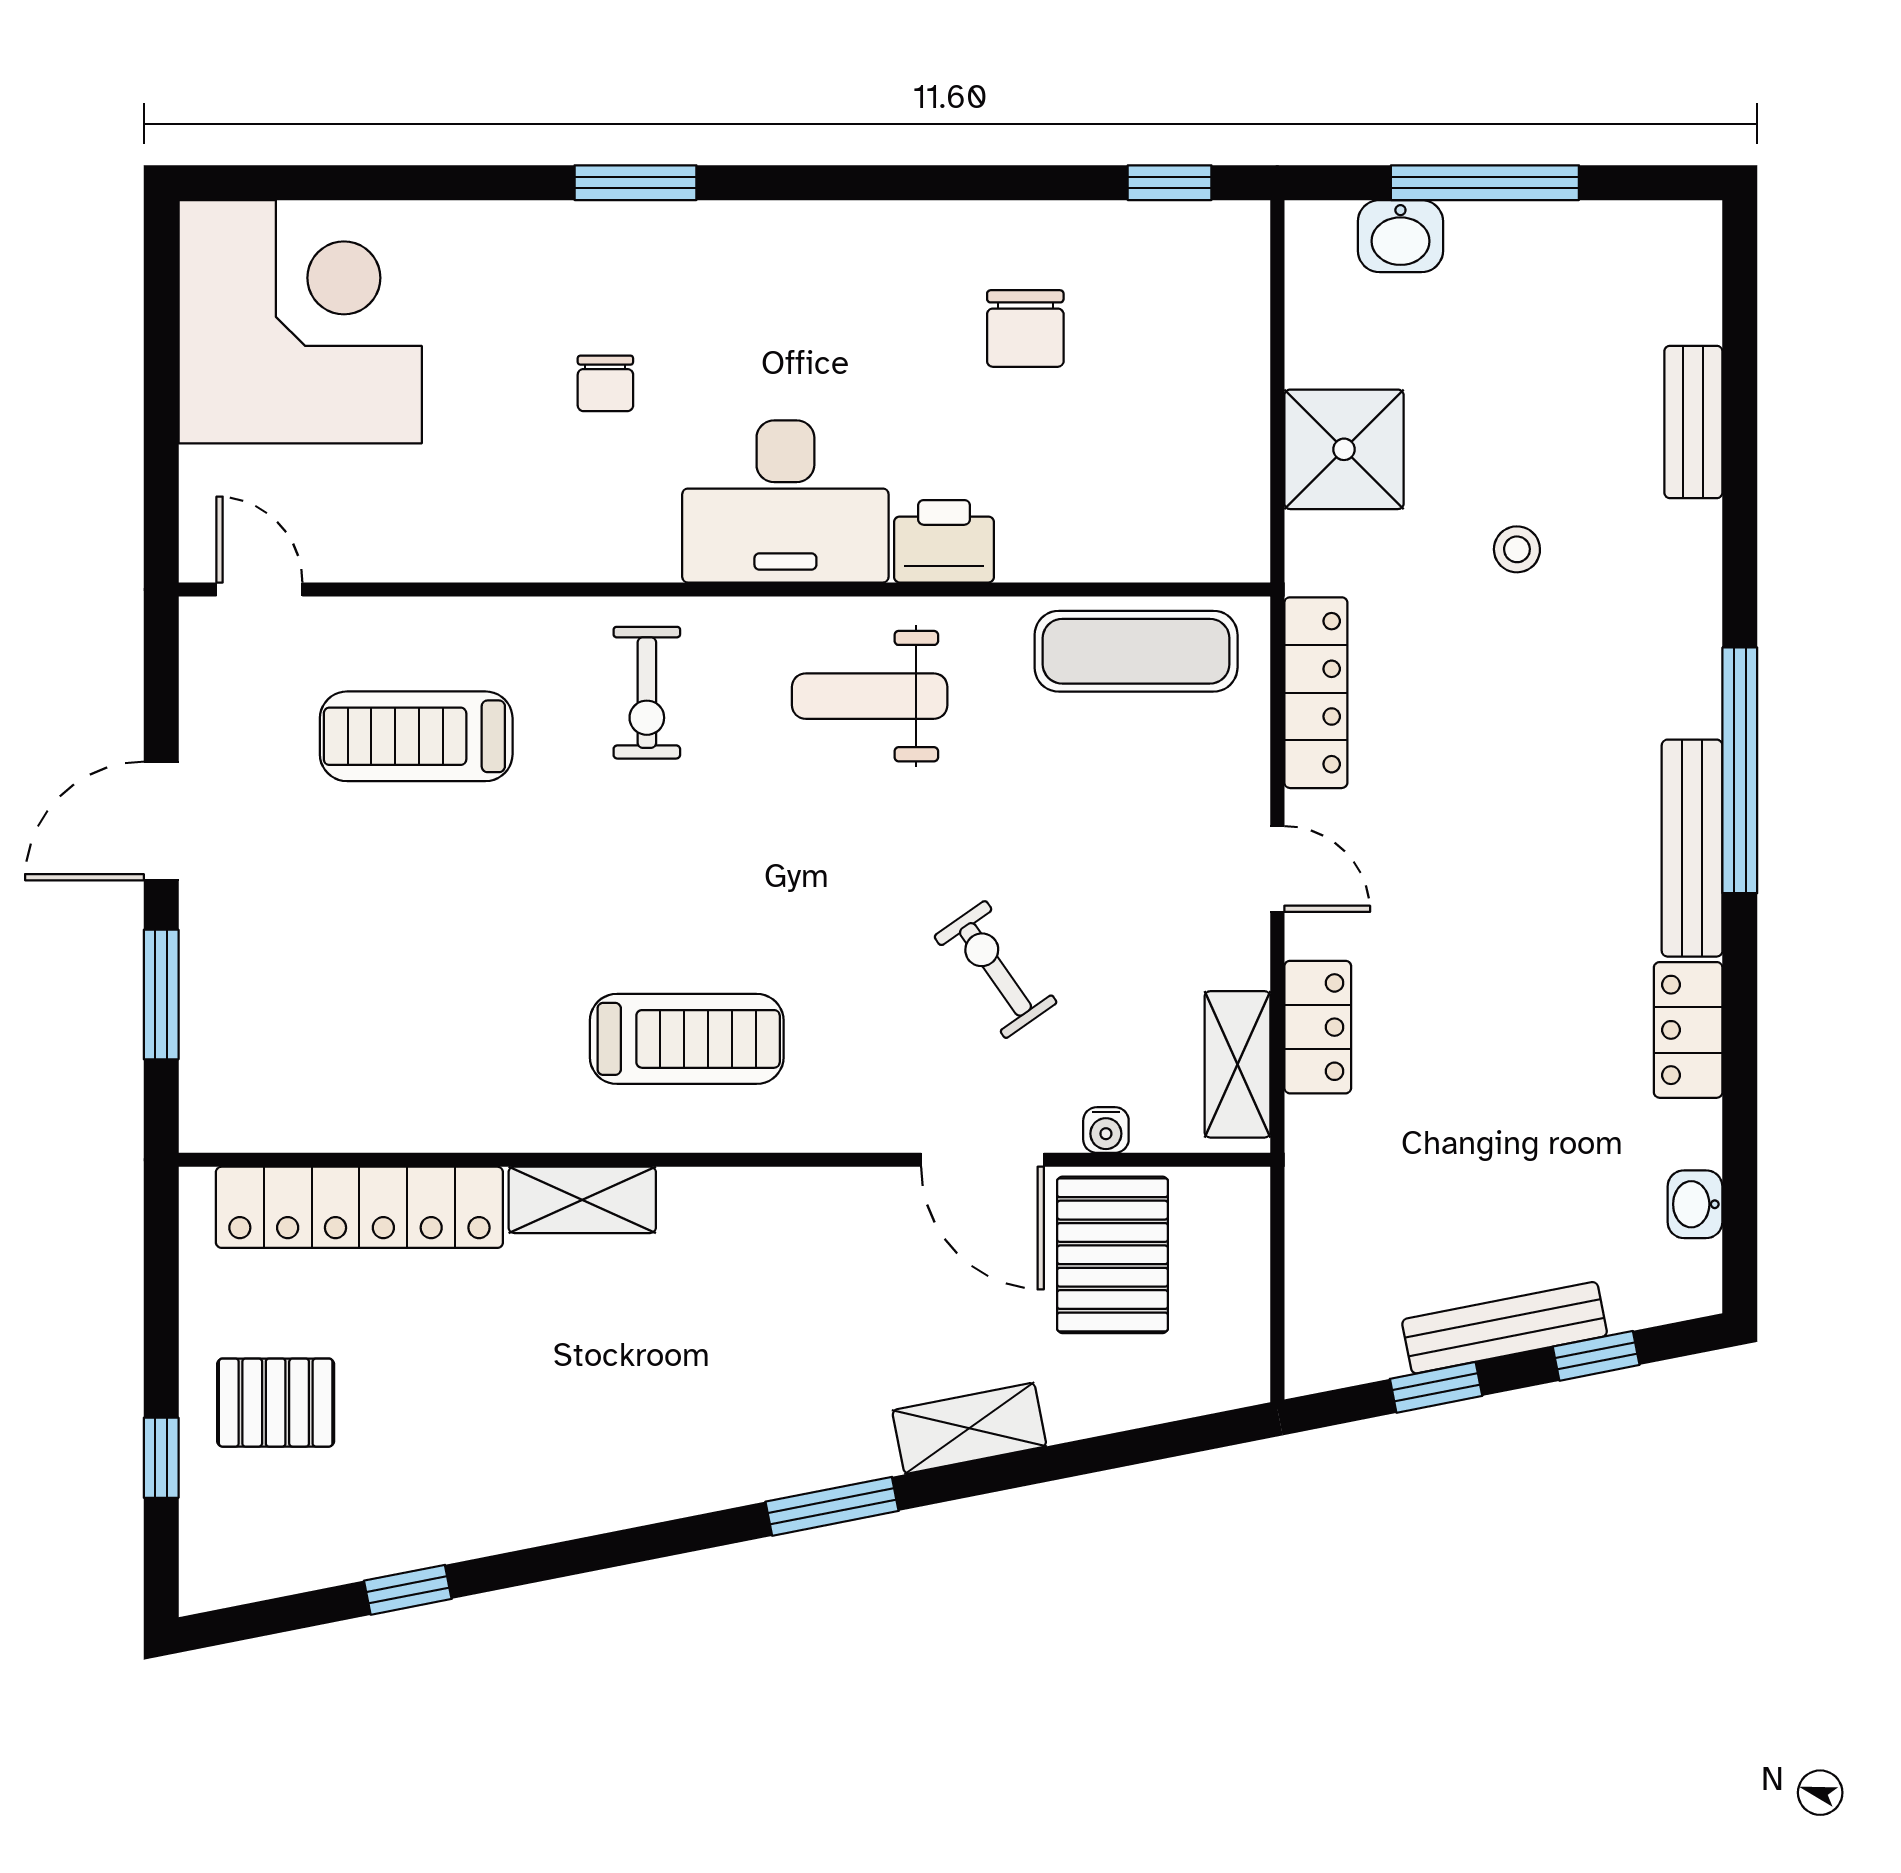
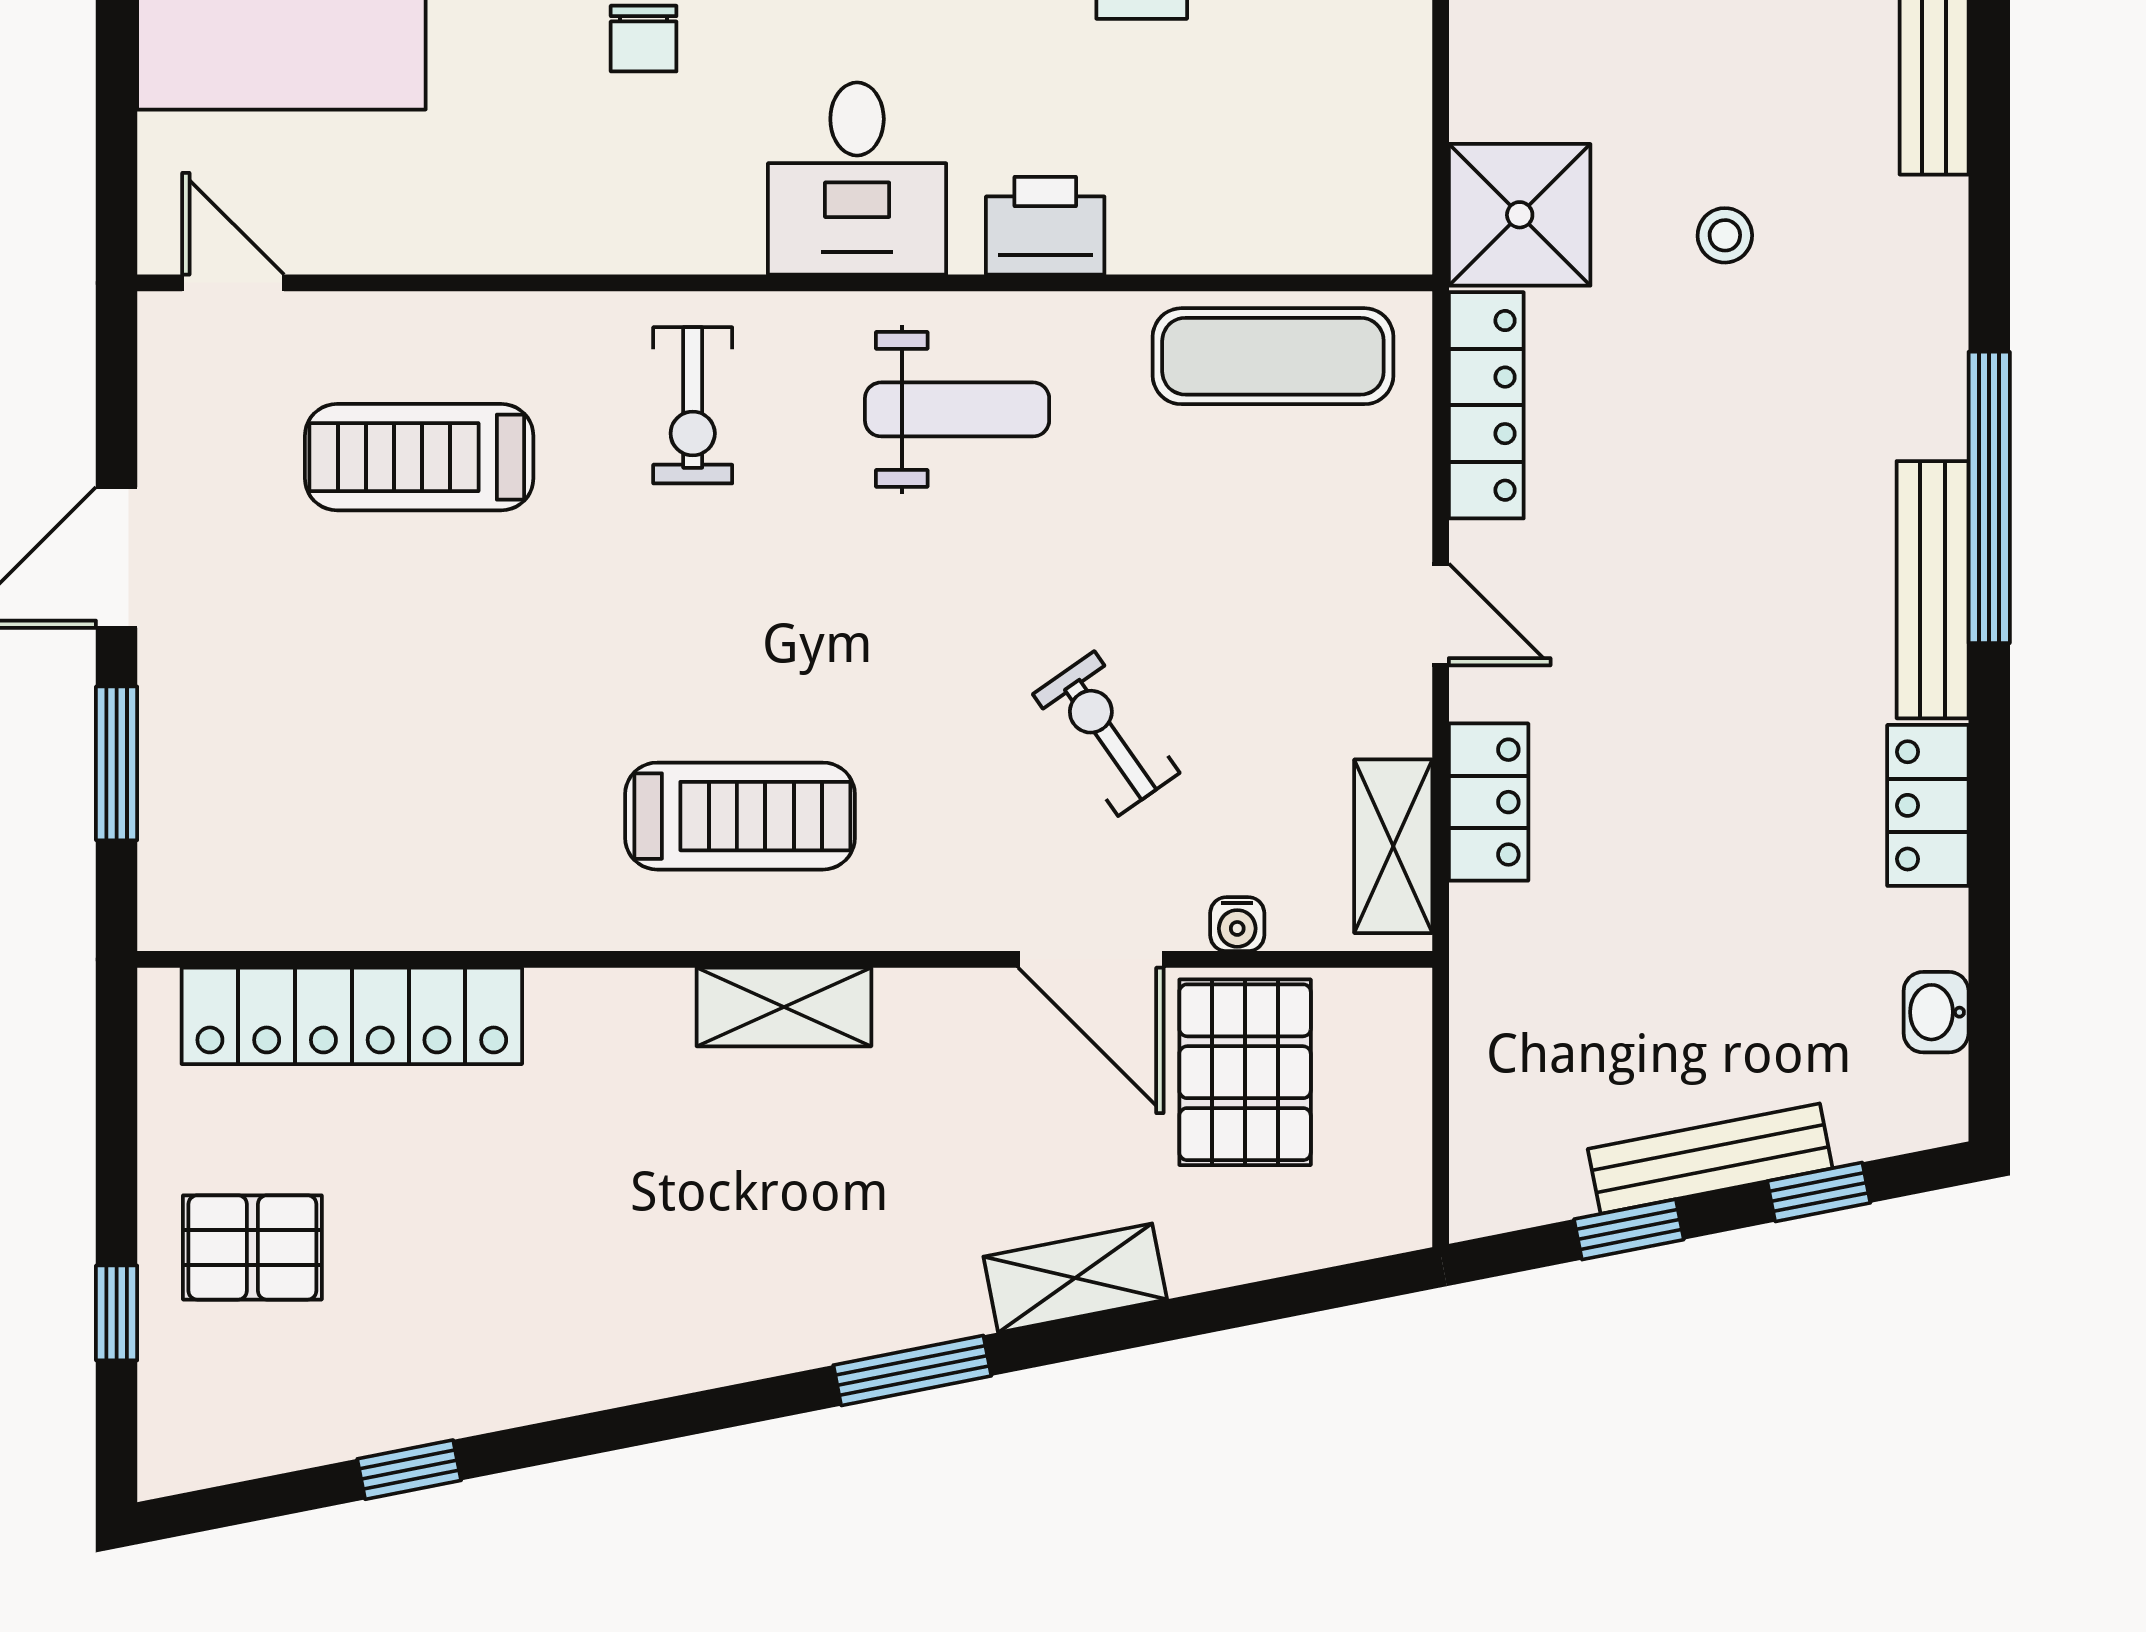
shower: (1344, 449) -> (1520, 215), moved
desk: (785, 502) -> (857, 179), width x0.73
weight bench: (870, 696) -> (957, 409), turned 180
shelving: (582, 1200) -> (784, 1007), moved

